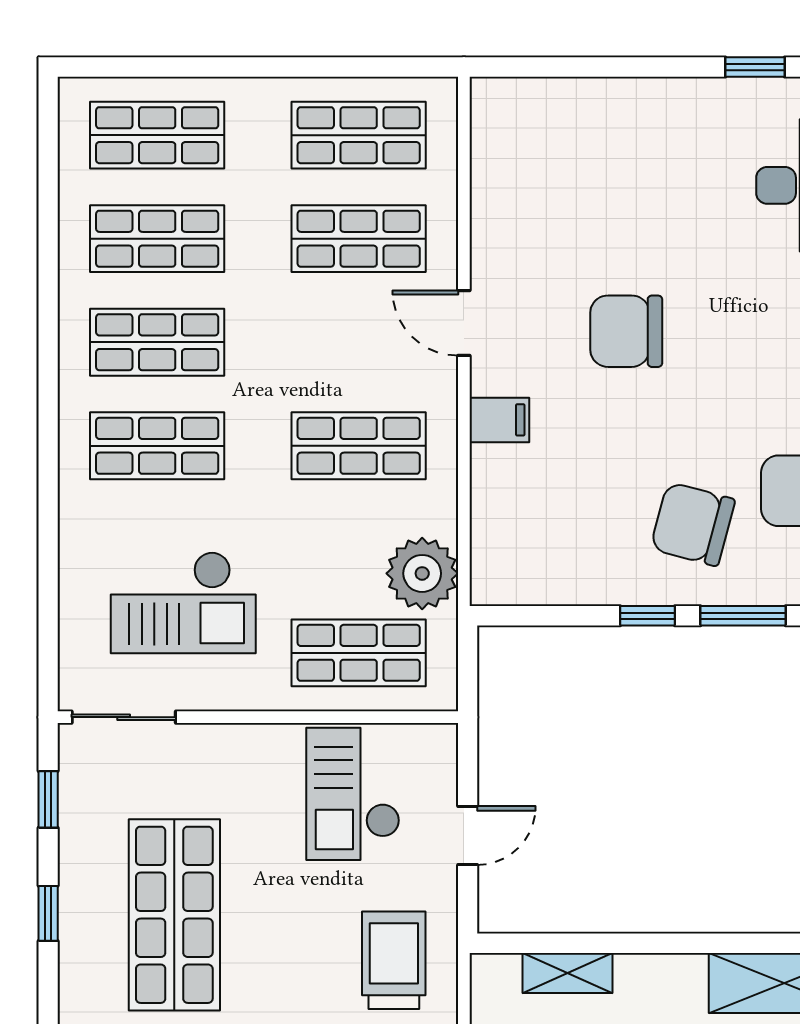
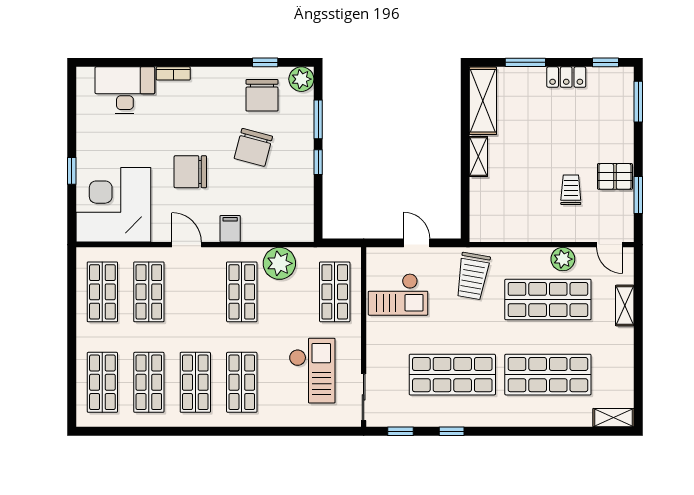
window: (755, 67) -> (72, 171), moved
corner desk: (553, 160) -> (113, 205), added
door: (464, 323) -> (187, 245), swing flipped
chair: (626, 331) -> (190, 172), turned 90
chair: (693, 524) -> (253, 147), moved
plant: (422, 573) -> (279, 263), moved
trolley: (394, 960) -> (473, 276), turned -80
shelving: (568, 973) -> (478, 157), moved

